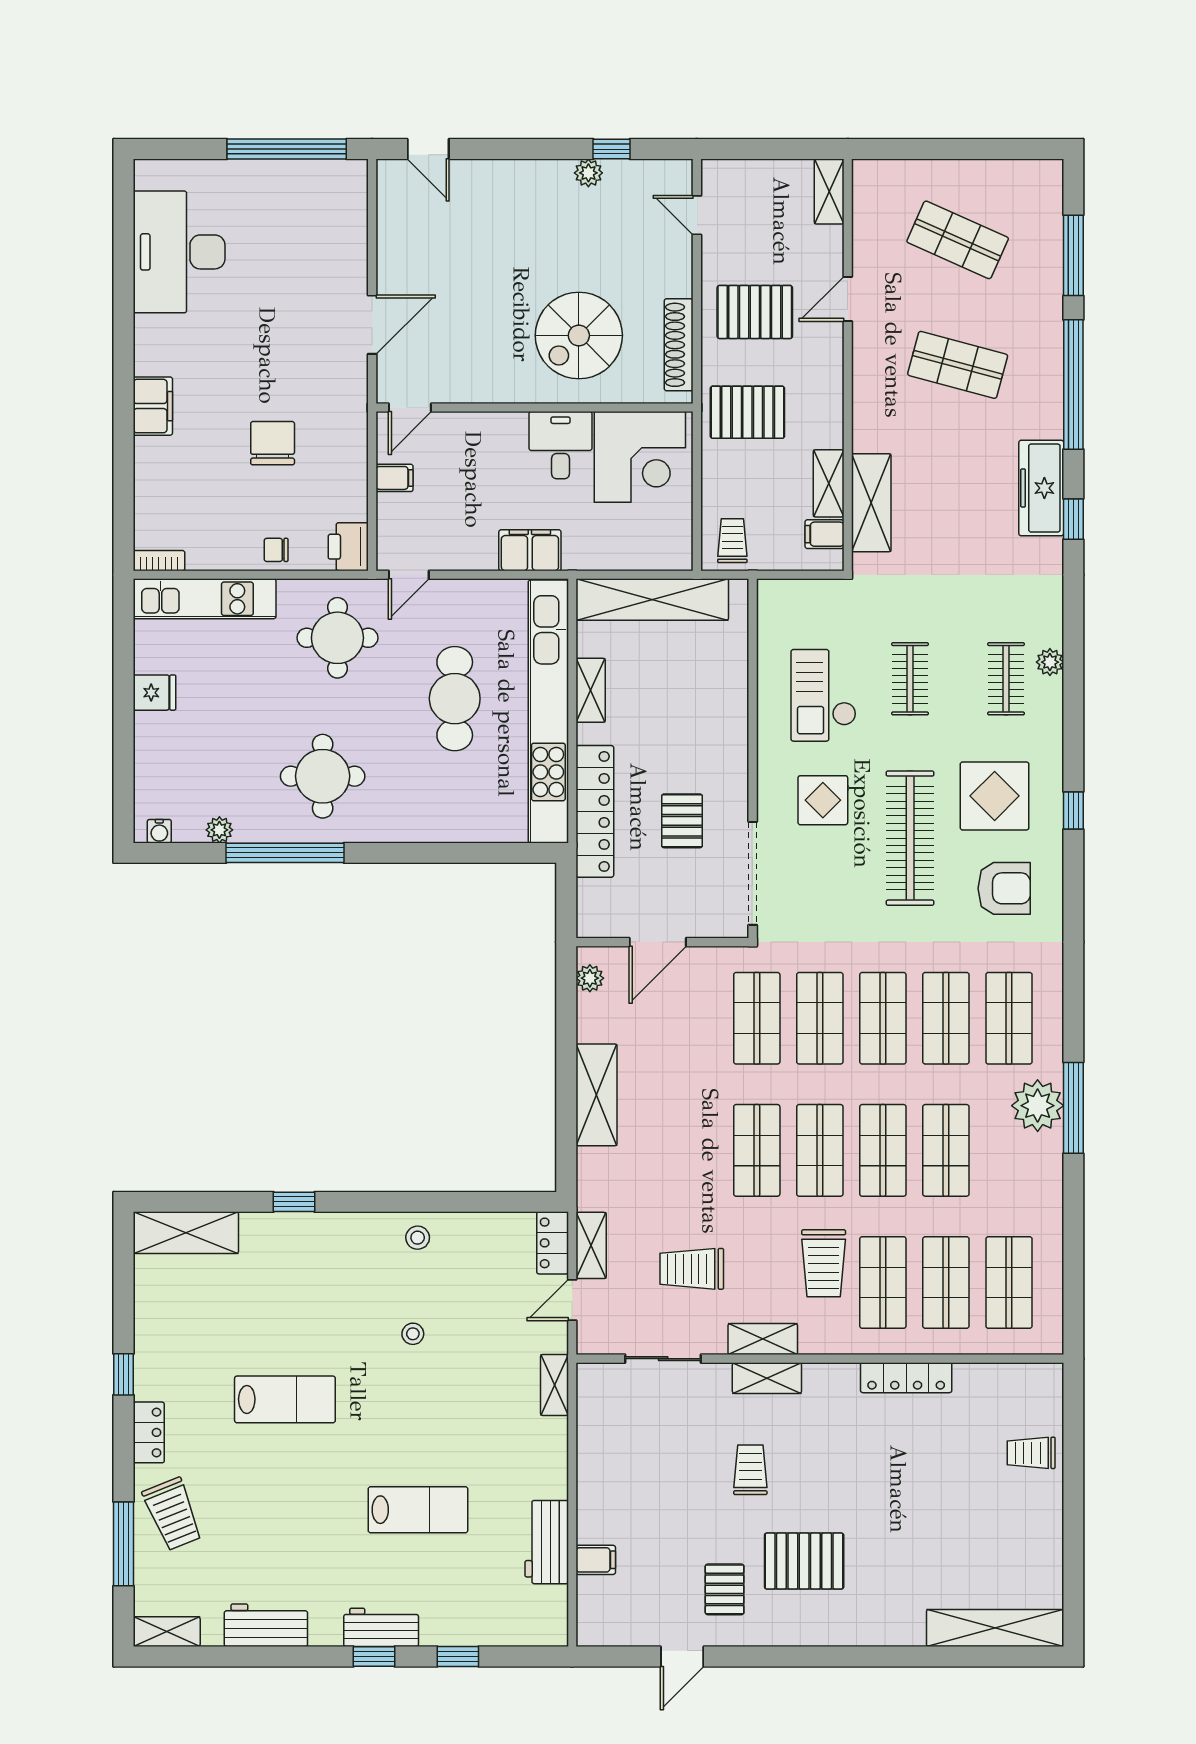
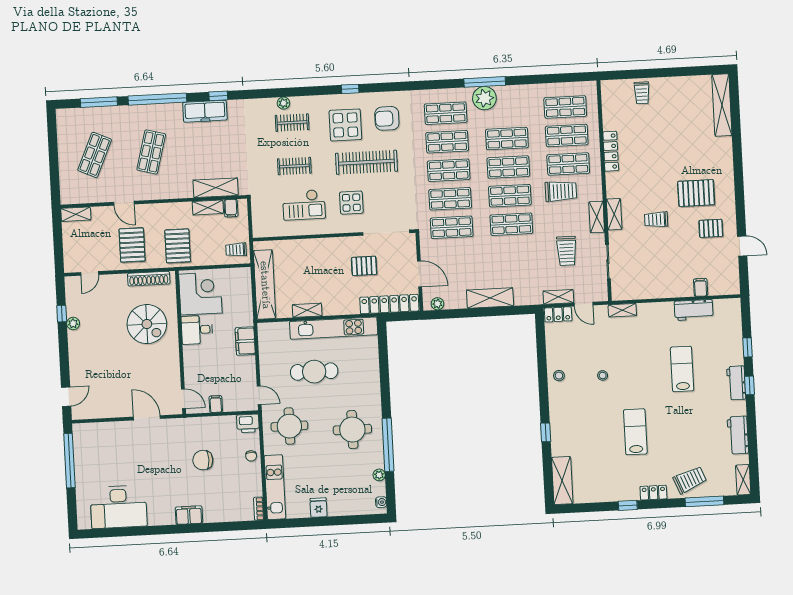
kitchen unit: (548, 711) -> (334, 328), width x0.73
locker: (595, 811) -> (389, 304), moved
armchair: (1004, 888) -> (387, 118), turned -90
pallet: (804, 1561) -> (696, 193), turned 90

